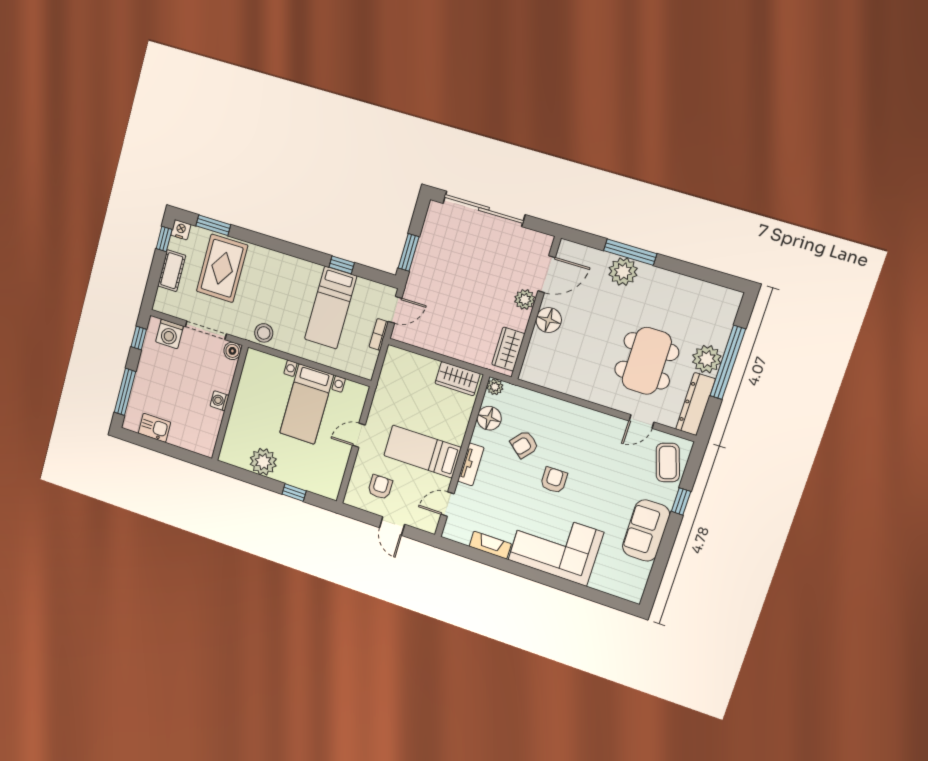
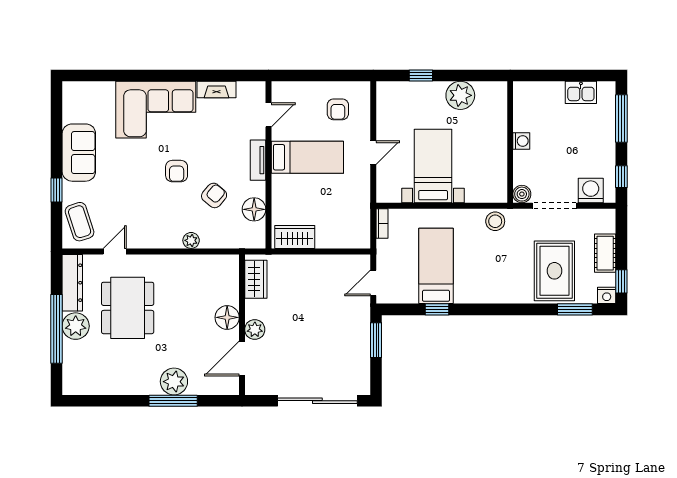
bookcase: (379, 334) -> (382, 224), moved
plant: (495, 387) -> (191, 240), moved
door: (392, 526) -> (315, 75), removed

